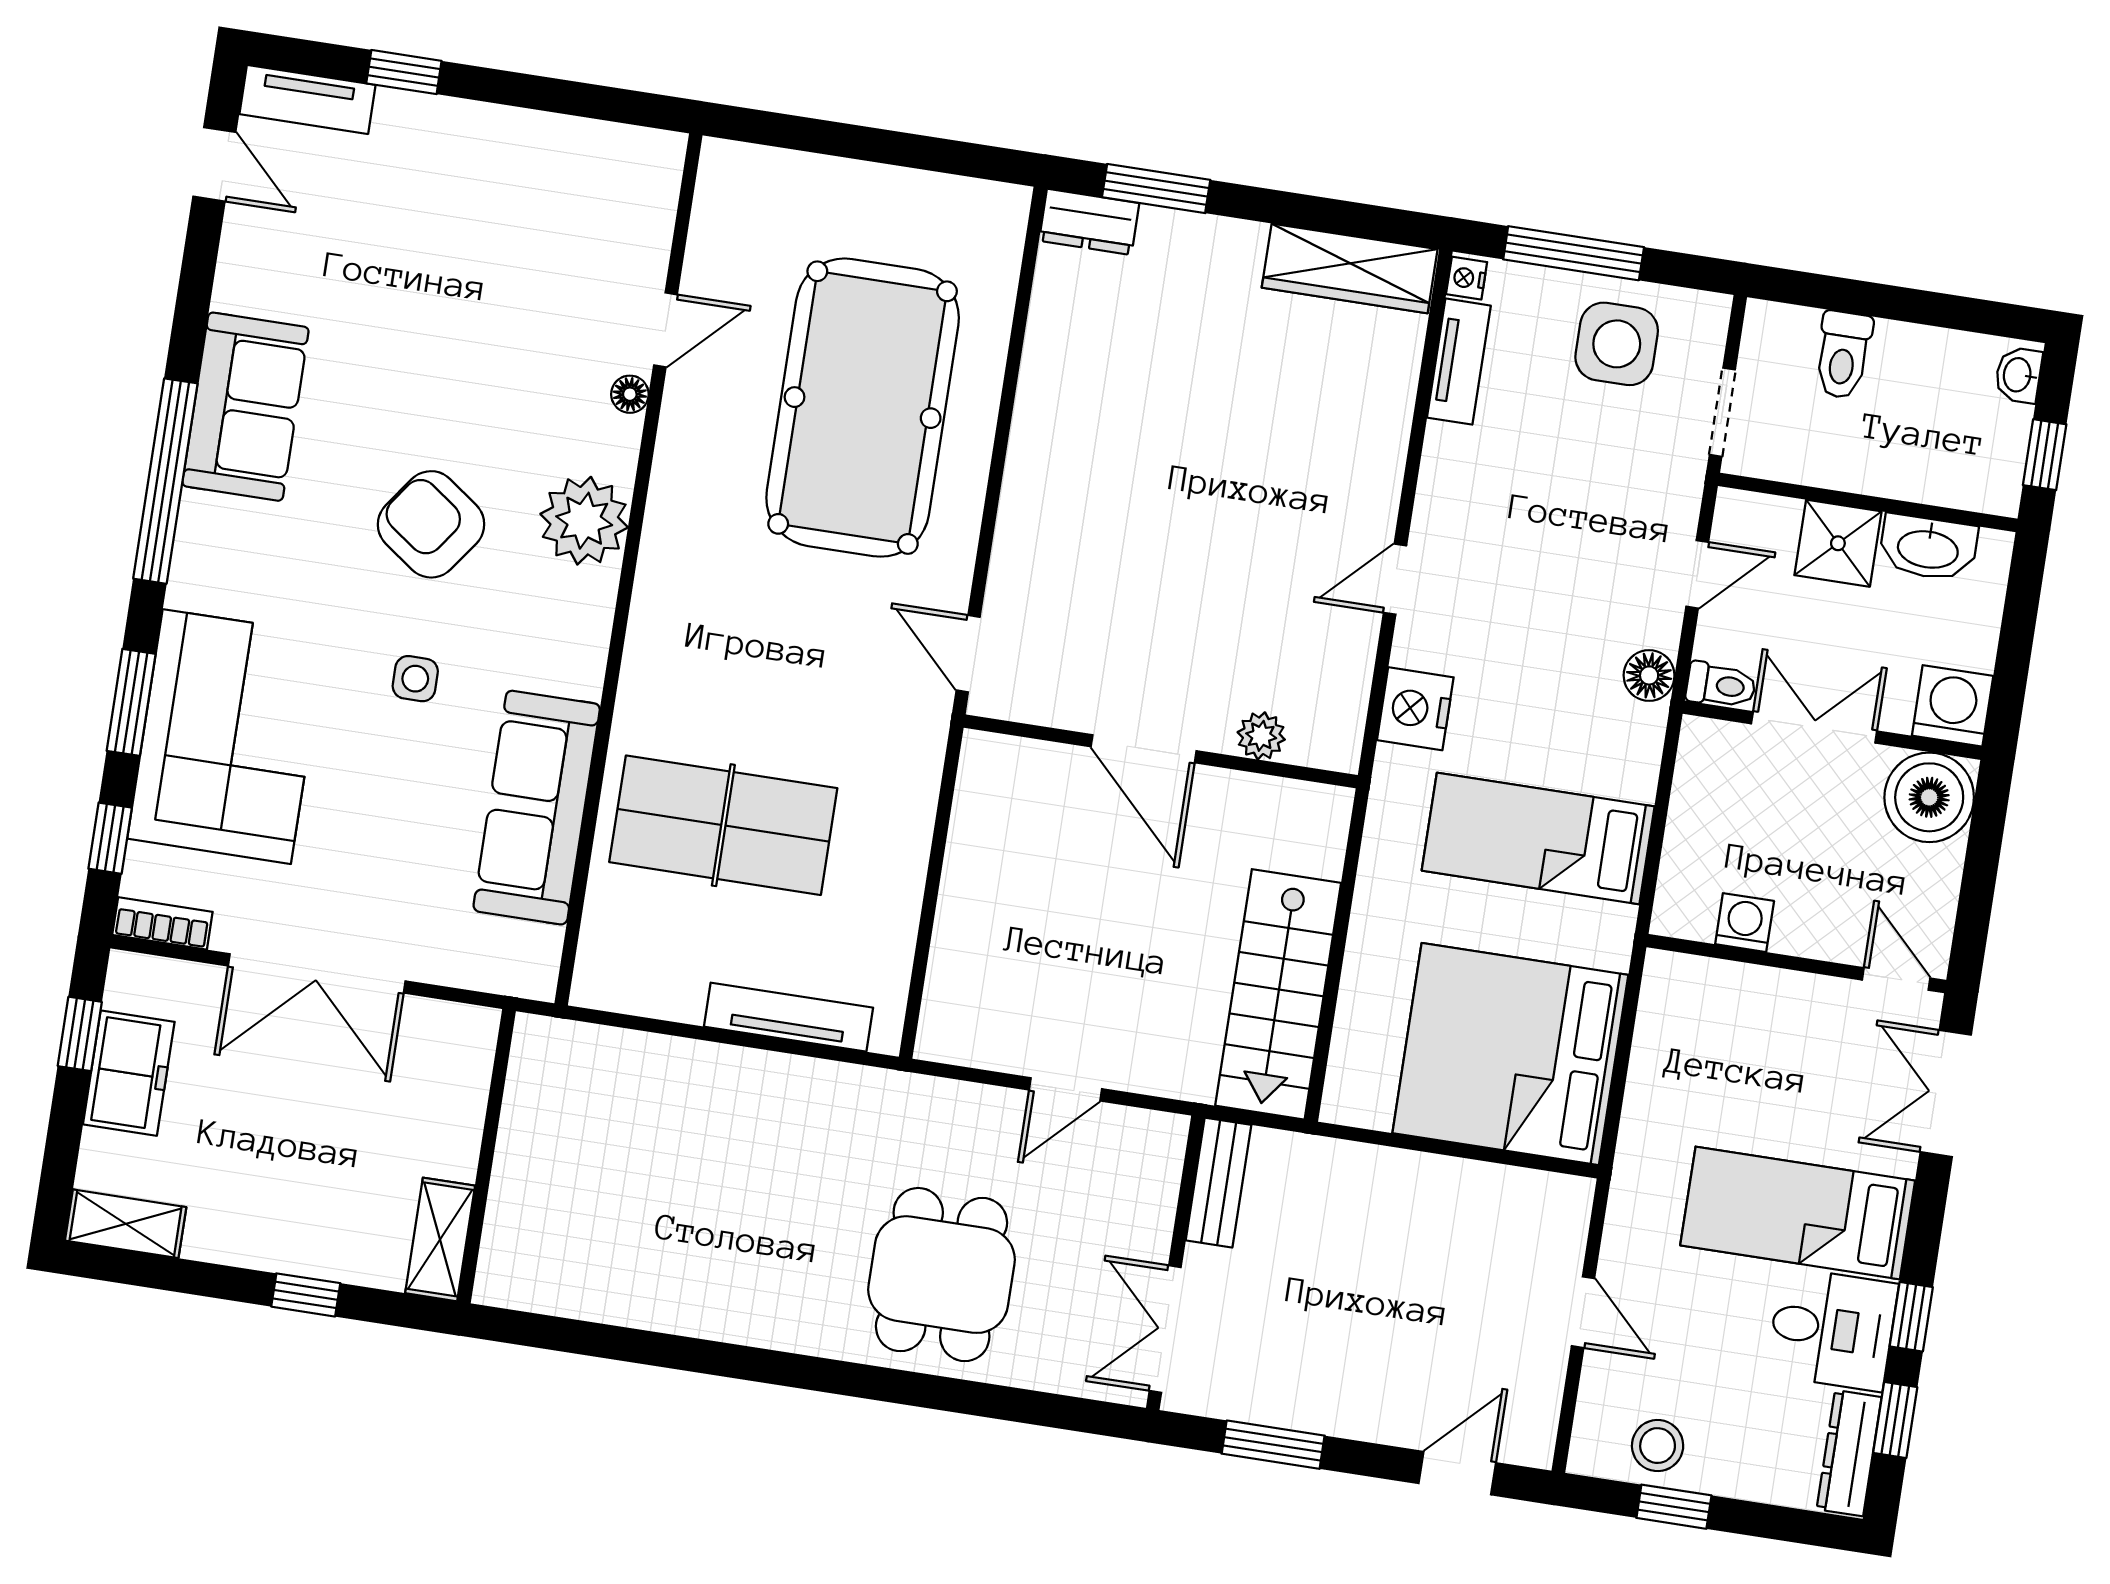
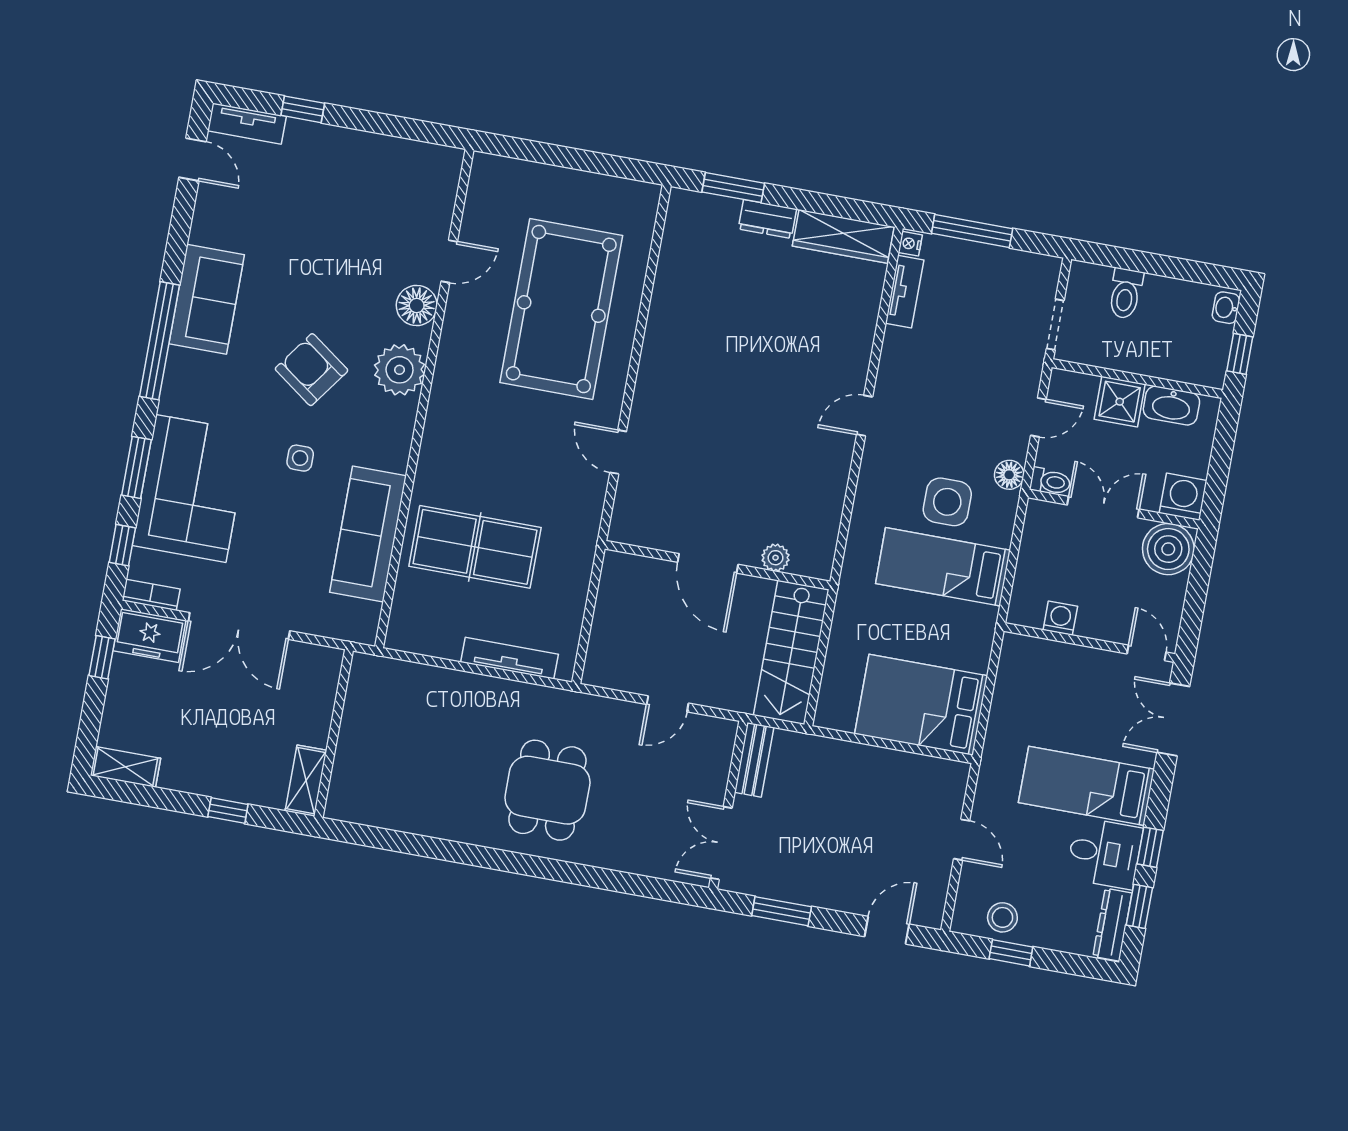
dresser: (1089, 222) -> (767, 219), moved
side table: (1617, 344) -> (947, 502), moved
floor lamp: (630, 394) -> (417, 305), width x1.89, depth x1.89
nightstand: (1415, 709) -> (874, 490), removed
plant: (1261, 736) -> (776, 558), moved
door: (1144, 749) -> (708, 563), moved
wall: (1161, 751) -> (718, 565), moved
bed: (1510, 1054) -> (921, 705), width x0.73
freezer: (129, 1073) -> (149, 636), moved, turned 90
dining table: (941, 1275) -> (547, 790), moved

